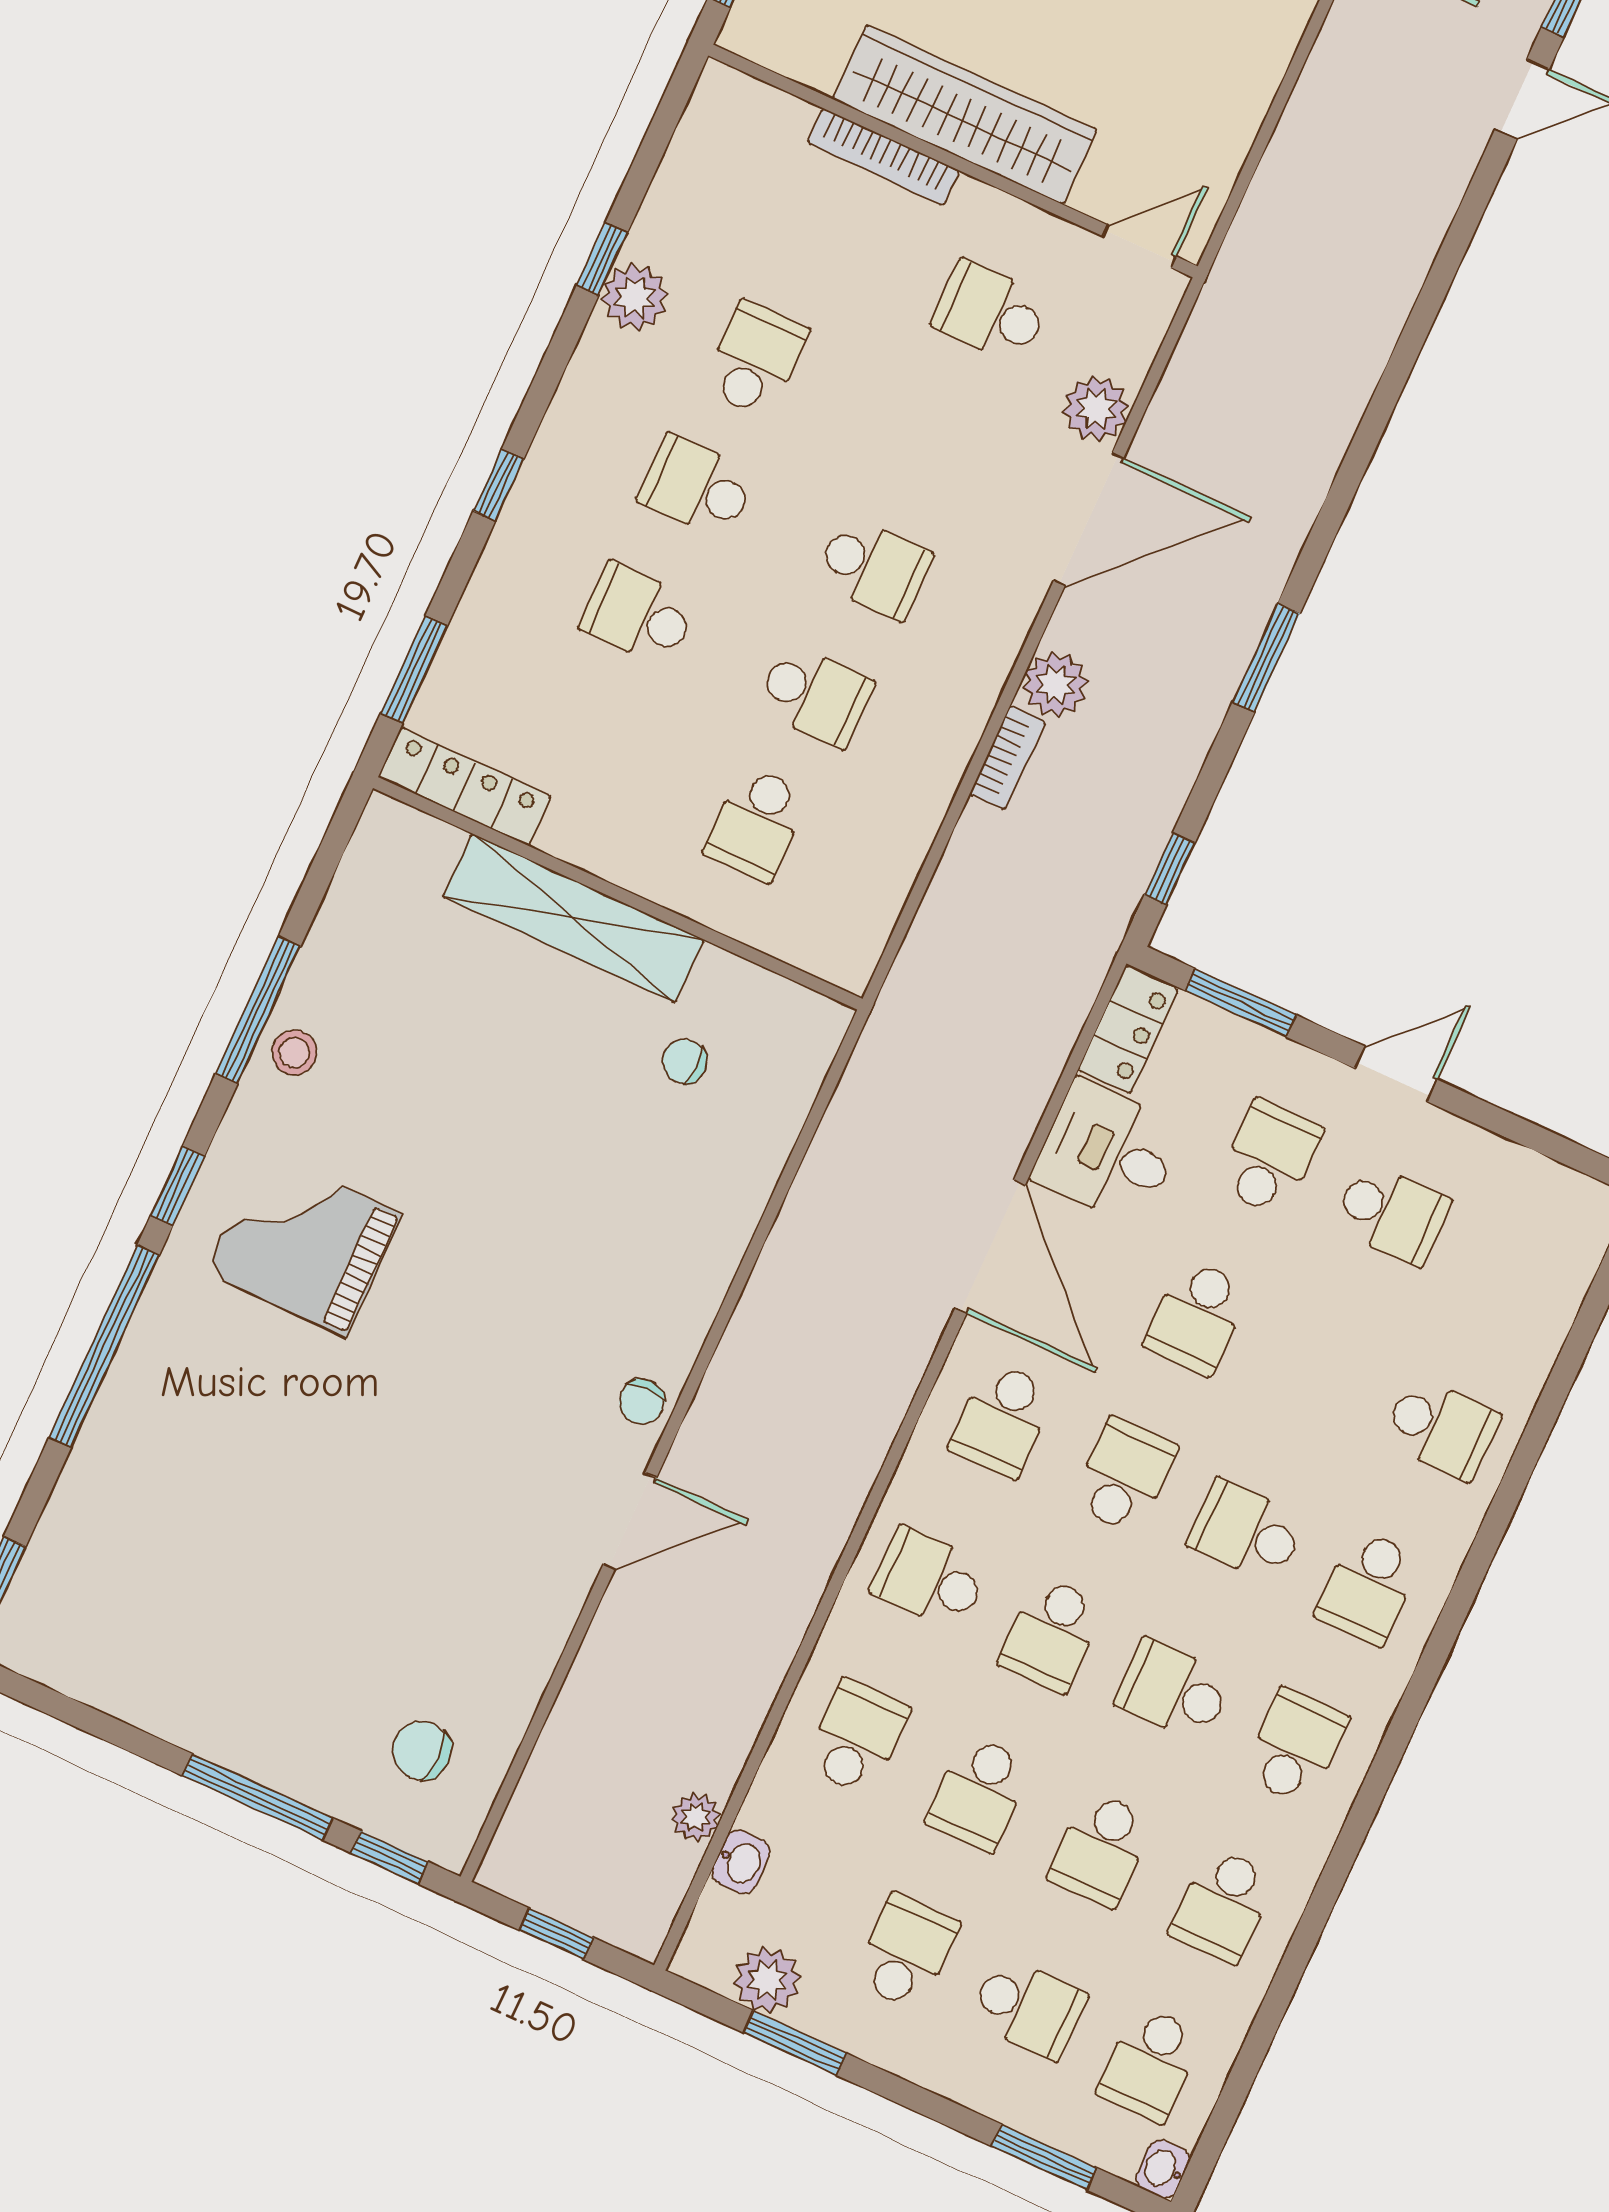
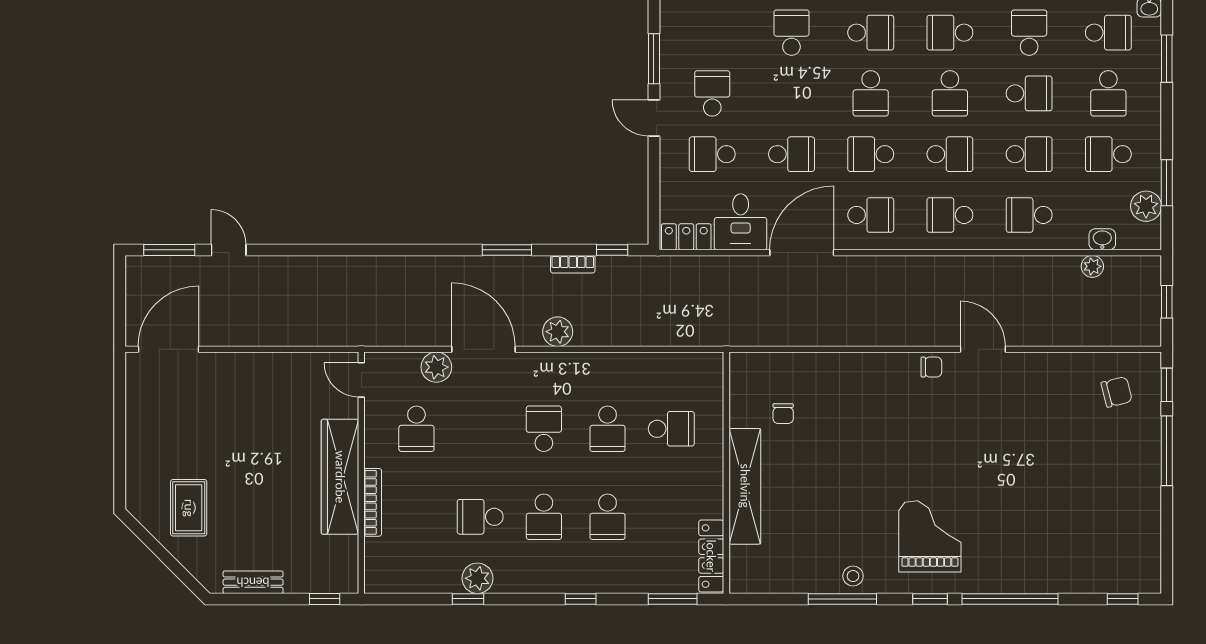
school desk: (815, 695) -> (608, 429), turned 180
bookcase: (1008, 758) -> (573, 264), moved, turned 180
window: (1241, 1003) -> (654, 59), moved
grand piano: (303, 1243) -> (930, 536), turned 180
school desk: (930, 1579) -> (950, 215), turned 90
chair: (422, 1751) -> (1117, 392), turned -104
school desk: (1223, 1905) -> (1029, 33), turned -90
school desk: (1028, 2008) -> (1108, 93), turned 180

